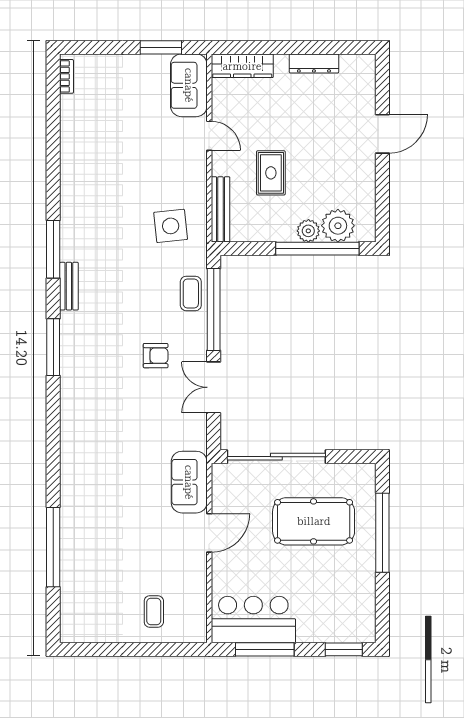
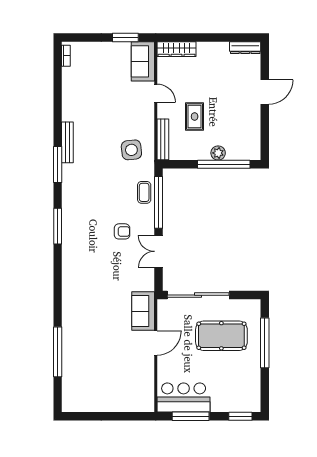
dresser: (314, 63) -> (245, 48), moved
plant: (338, 226) -> (237, 150), removed
bench: (69, 286) -> (67, 142), moved, width x1.36
coffee table: (154, 611) -> (121, 392), removed

